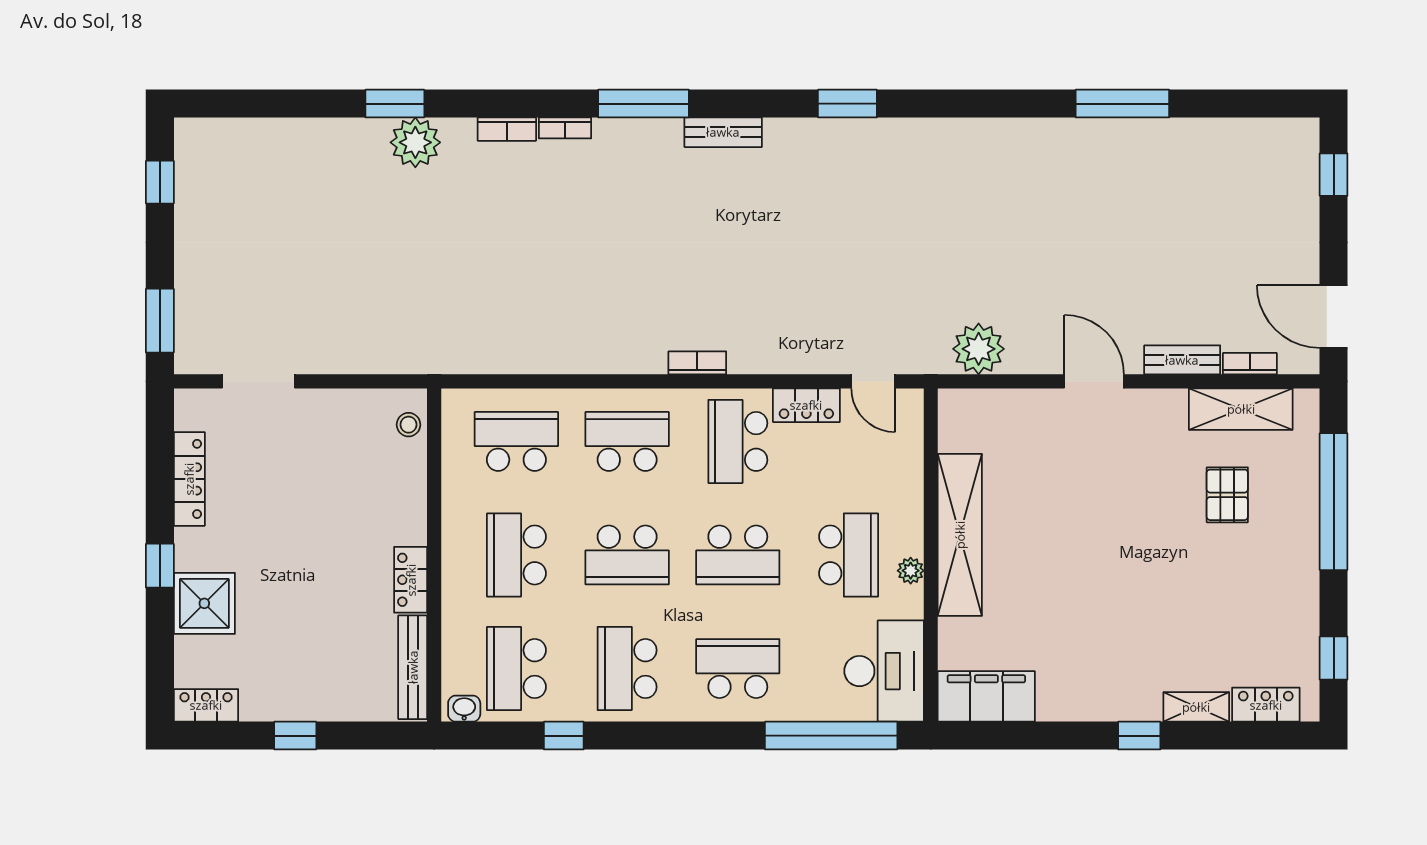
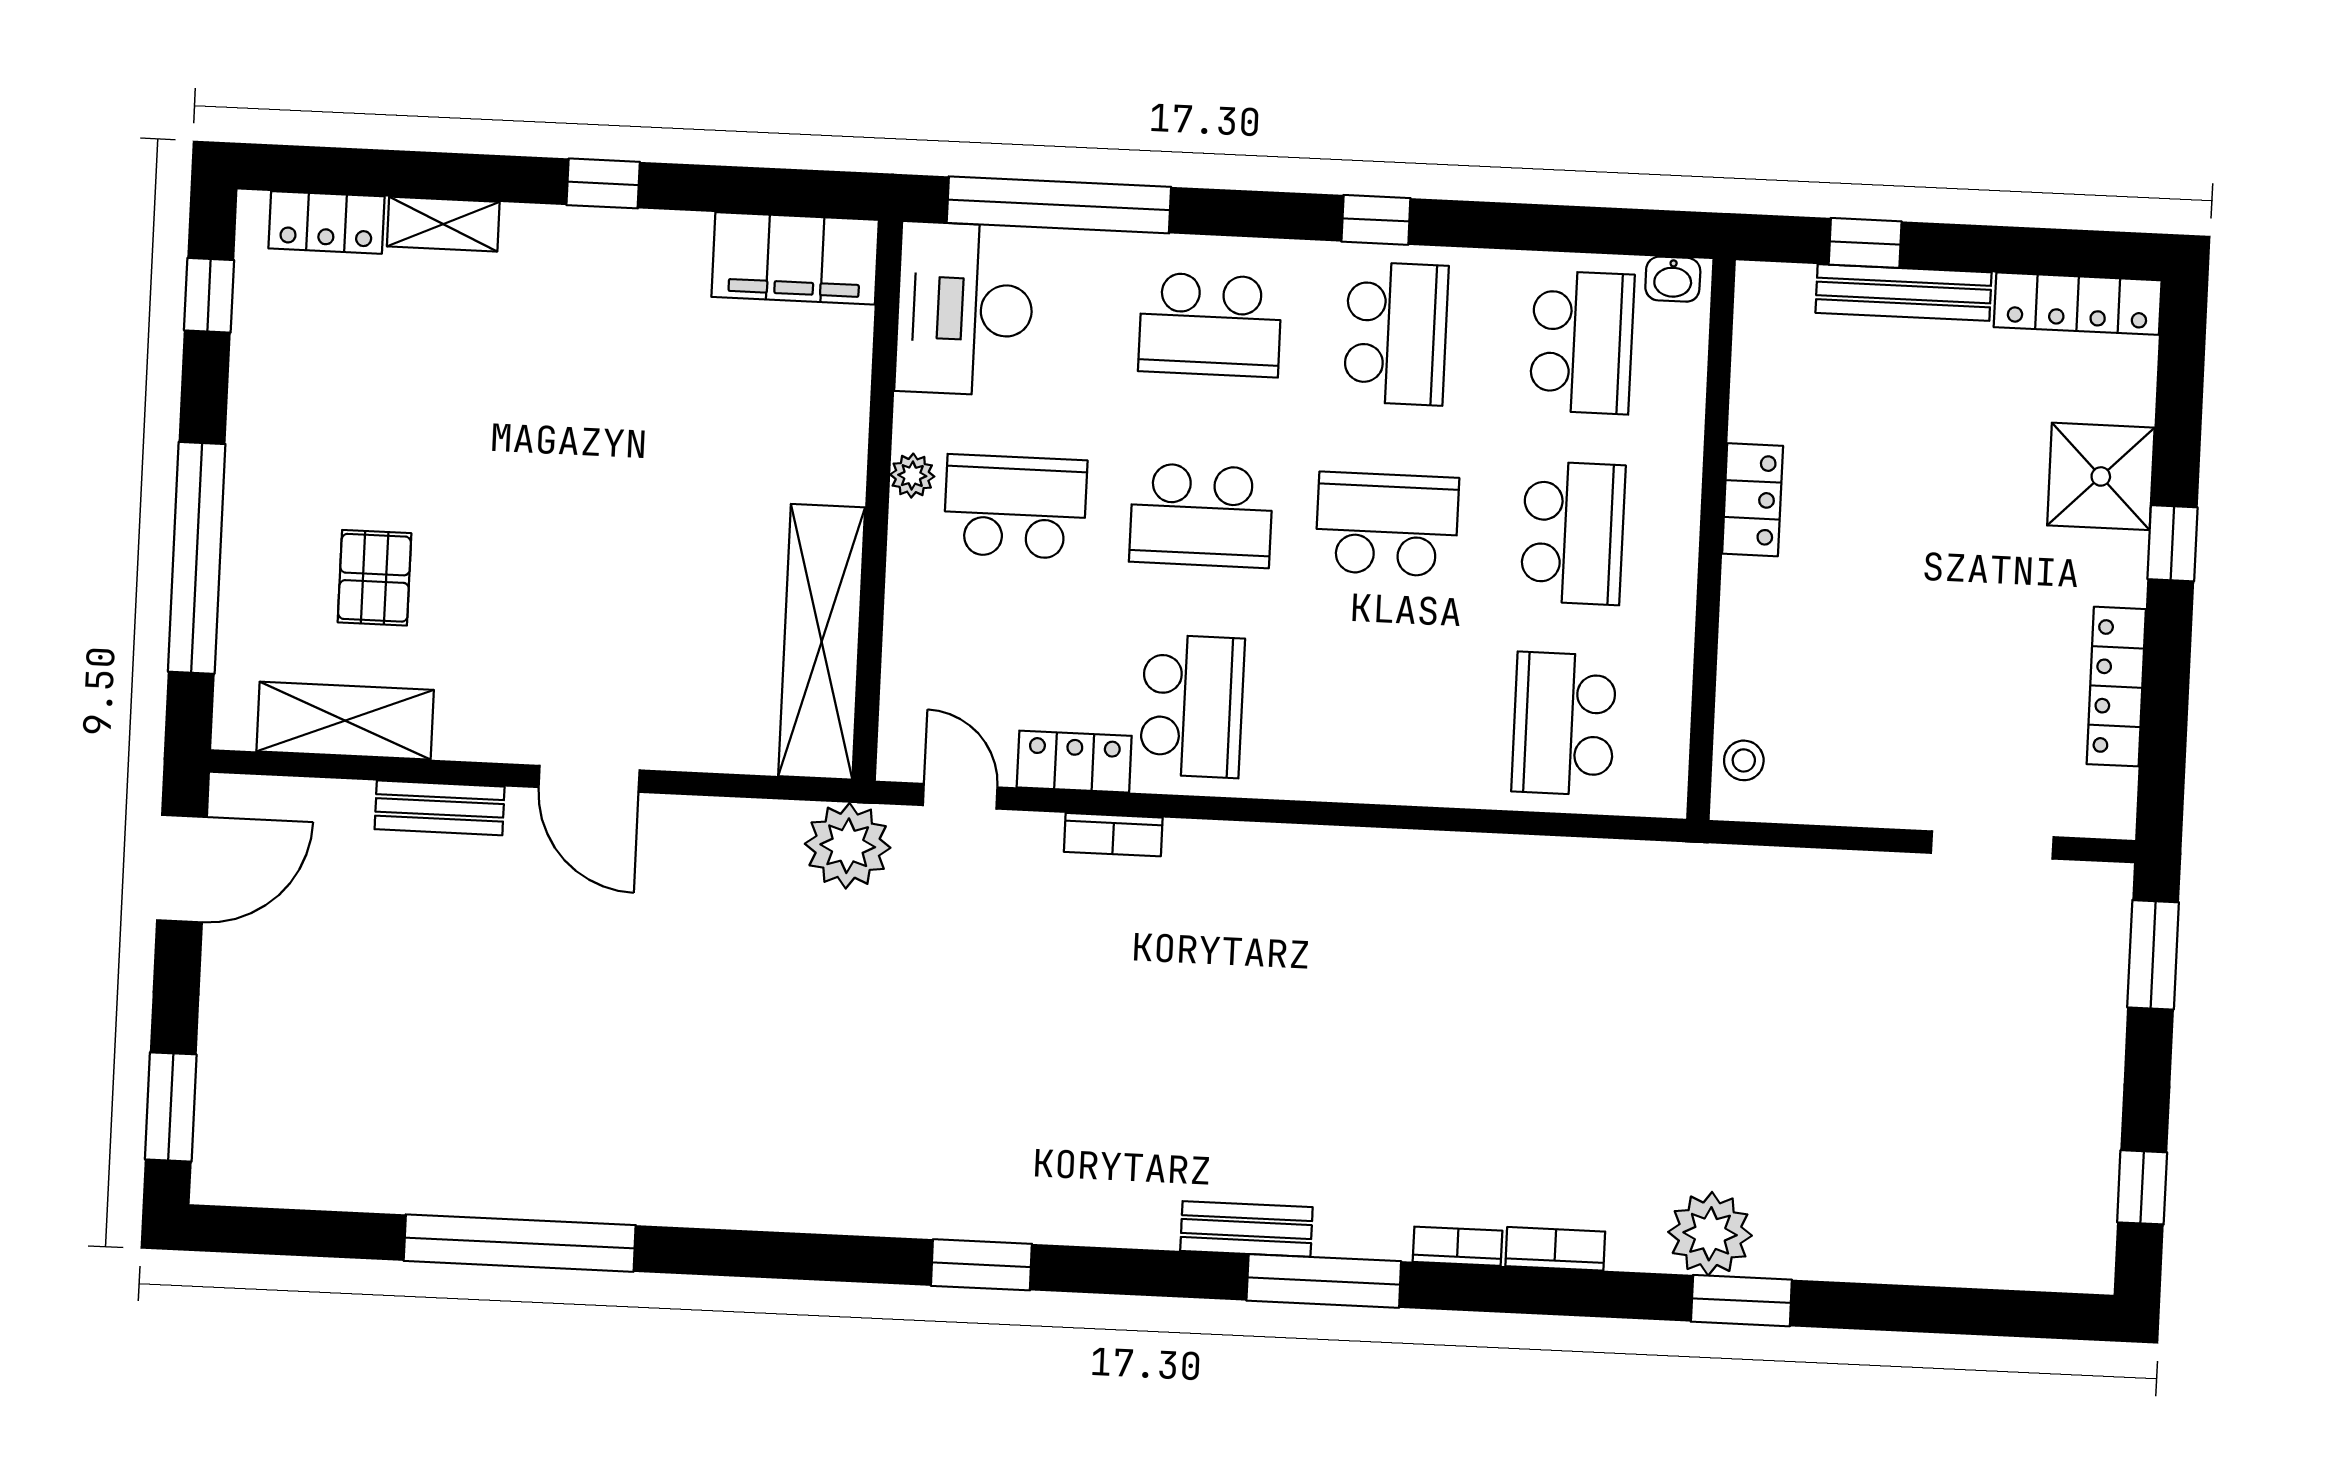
window: (1122, 104) -> (520, 1243), width x1.46
bench: (723, 132) -> (1246, 1229), moved
window: (1334, 175) -> (171, 1107), width x1.50
door: (1334, 317) -> (182, 869), hinge flipped
plant: (979, 349) -> (848, 846), moved
bookcase: (697, 363) -> (1113, 835), moved
bookcase: (1250, 364) -> (326, 796), removed
school desk: (516, 441) -> (1564, 724), turned 90
school desk: (627, 441) -> (1378, 715), removed
shelving: (960, 535) -> (822, 642), moved
school desk: (738, 555) -> (1201, 515), turned 180
school desk: (849, 555) -> (1015, 507), turned 90
bench: (413, 667) -> (1904, 293), moved, turned 90
locker: (206, 705) -> (2078, 304), width x1.53
window: (295, 736) -> (1865, 243), moved
window: (564, 736) -> (1376, 220), moved
window: (1139, 736) -> (603, 183), moved

